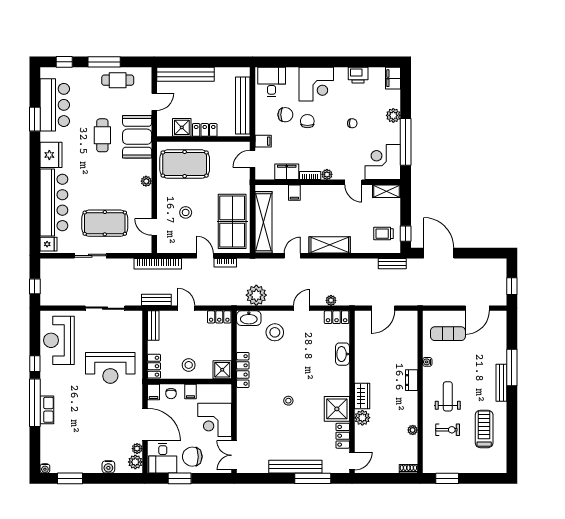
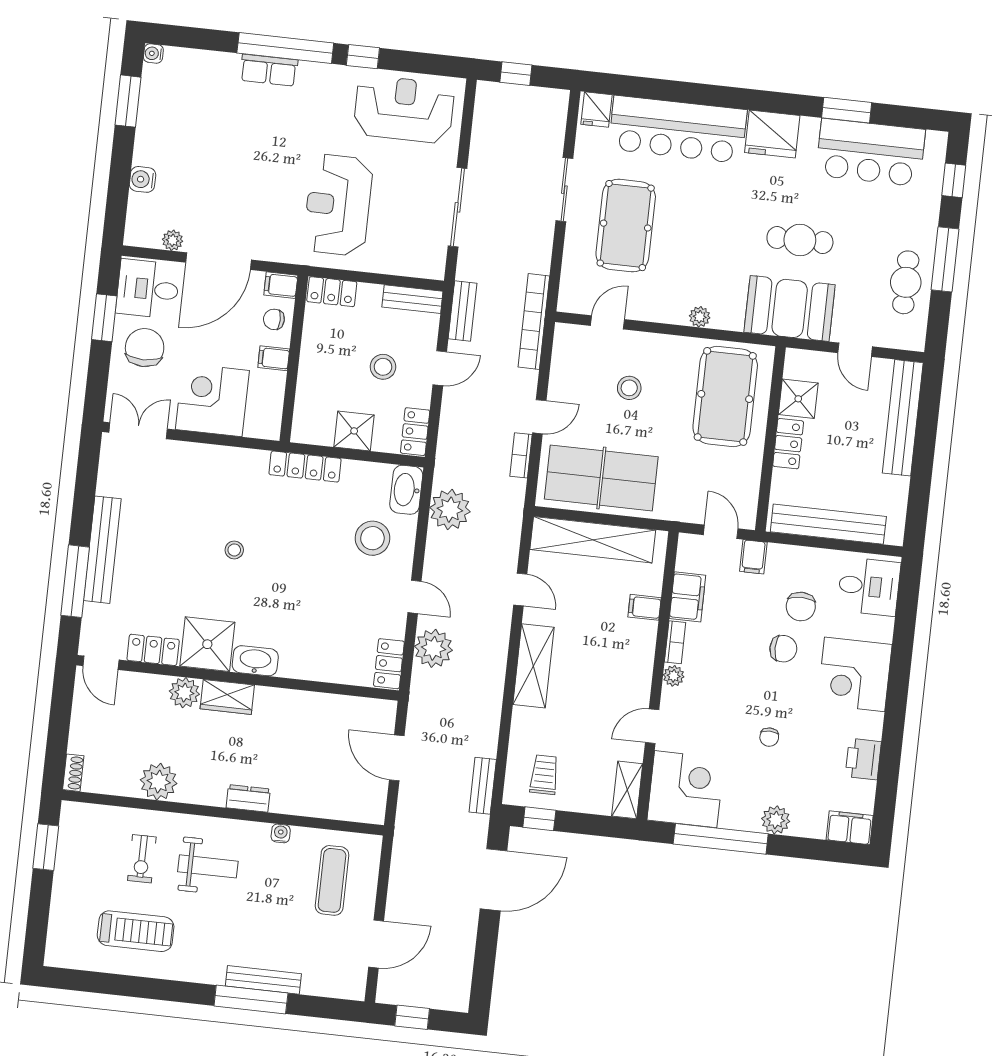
plant: (331, 300) -> (433, 648), width x1.87, depth x1.87
door: (477, 308) -> (376, 944), swing flipped
washbasin: (342, 354) -> (255, 661), moved
stool: (189, 365) -> (383, 367), moved
shower: (222, 370) -> (354, 431), moved
bench: (501, 383) -> (263, 980), moved
plant: (413, 430) -> (159, 782), width x1.88, depth x1.88
plant: (135, 462) -> (146, 234), removed

